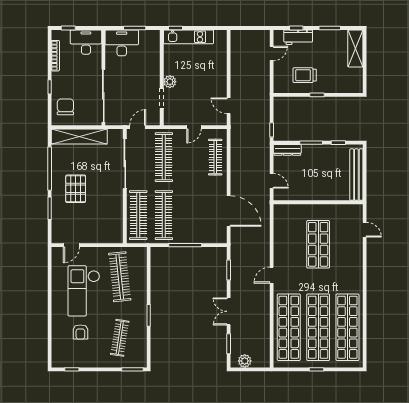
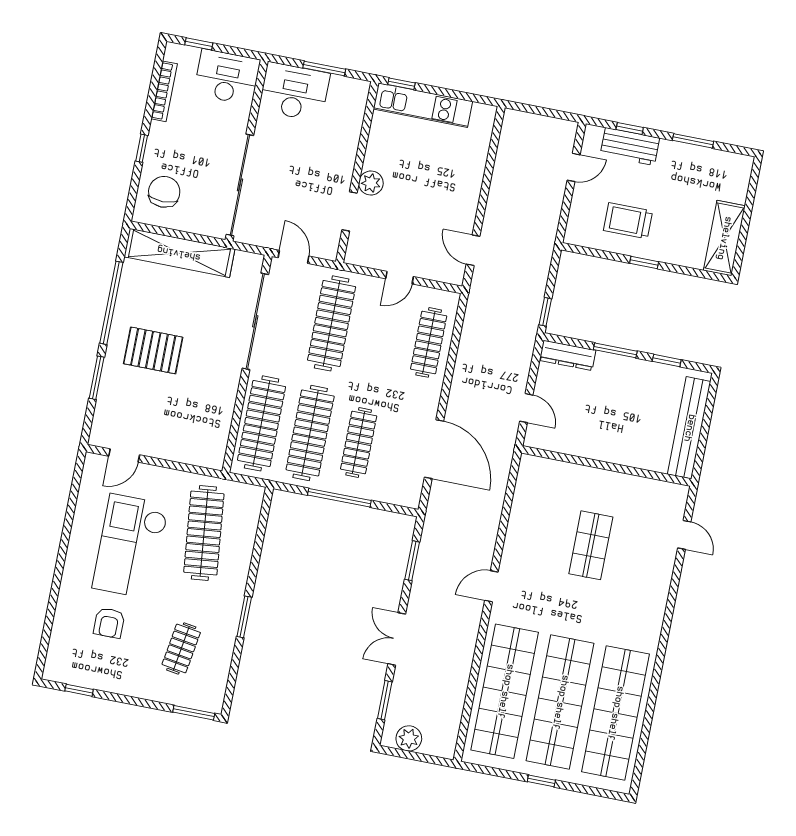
shelving: (355, 48) -> (724, 238), moved
door: (138, 127) -> (294, 257), hinge flipped
pallet: (76, 189) -> (153, 350), turned 90
clothes rail: (190, 215) -> (359, 442), added
shop shelf: (318, 244) -> (591, 545), width x0.70, depth x0.74
clothes rail: (120, 338) -> (181, 648), width x0.73

